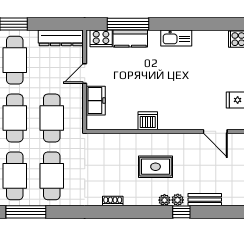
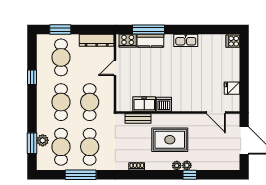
freezer: (96, 101) -> (144, 104), moved, turned -90
rug: (156, 167) -> (170, 140), width x1.36, depth x1.43
bench: (205, 200) -> (138, 119), moved
window: (26, 212) -> (81, 175), moved

